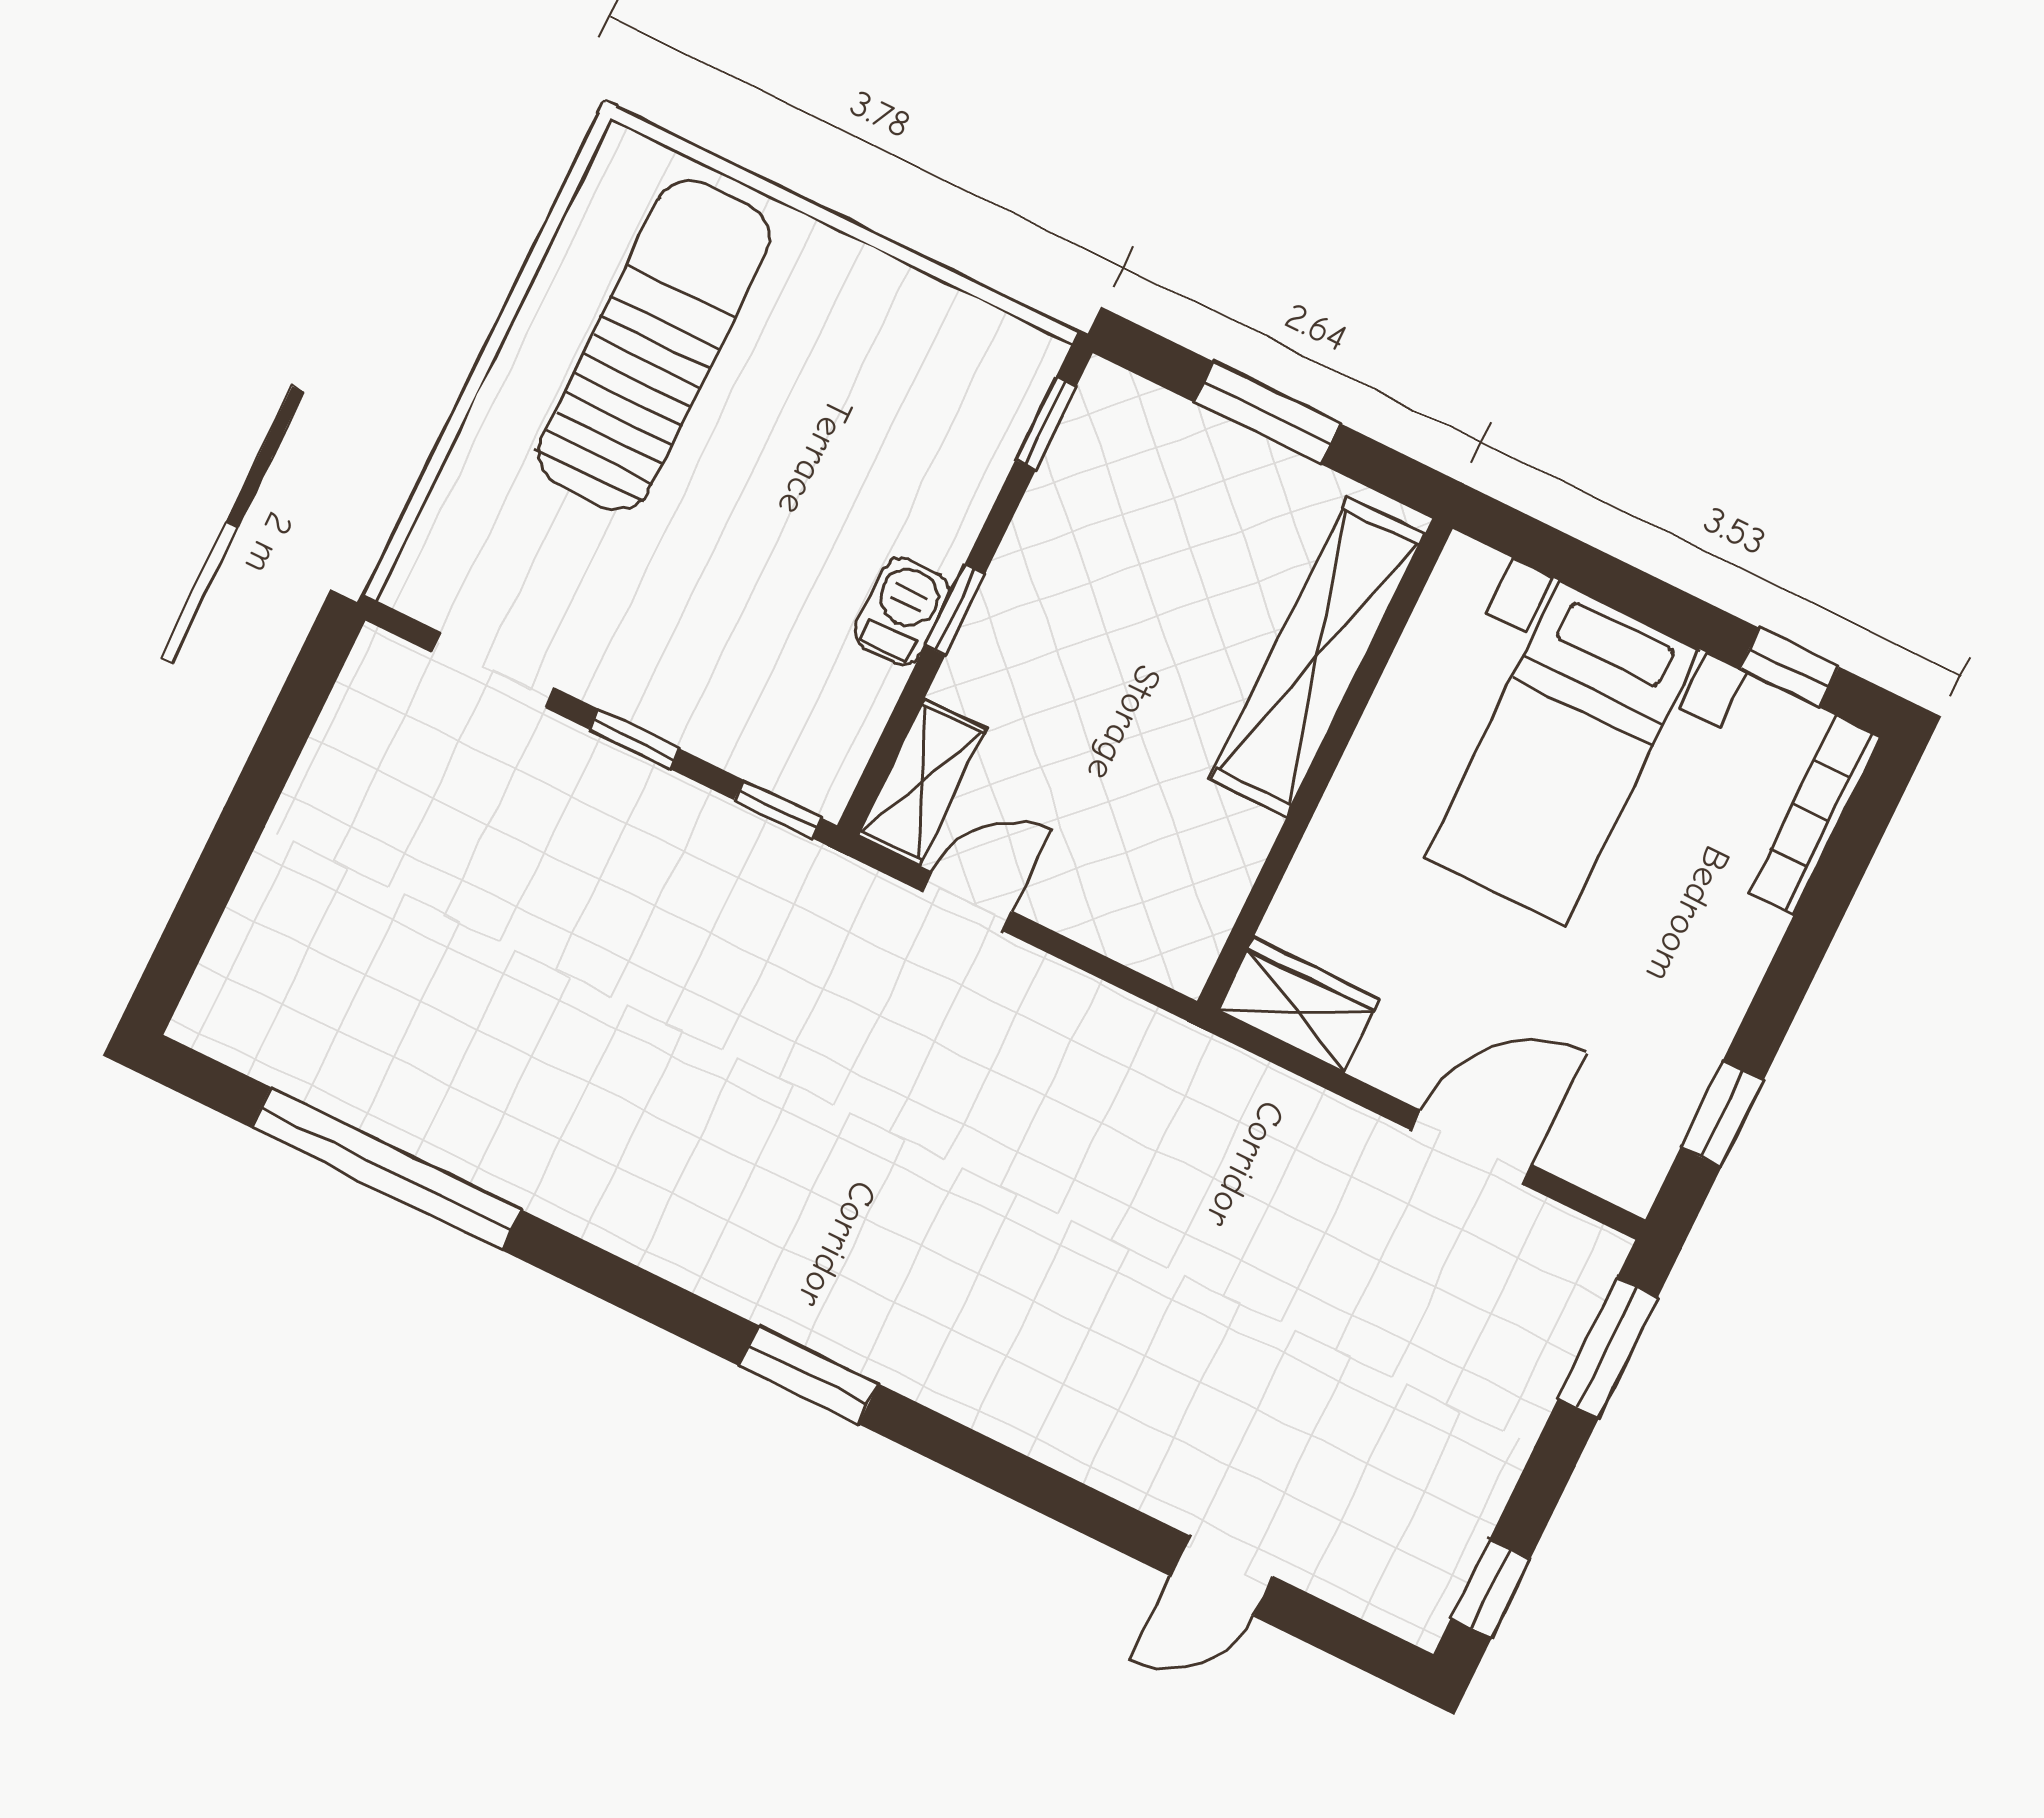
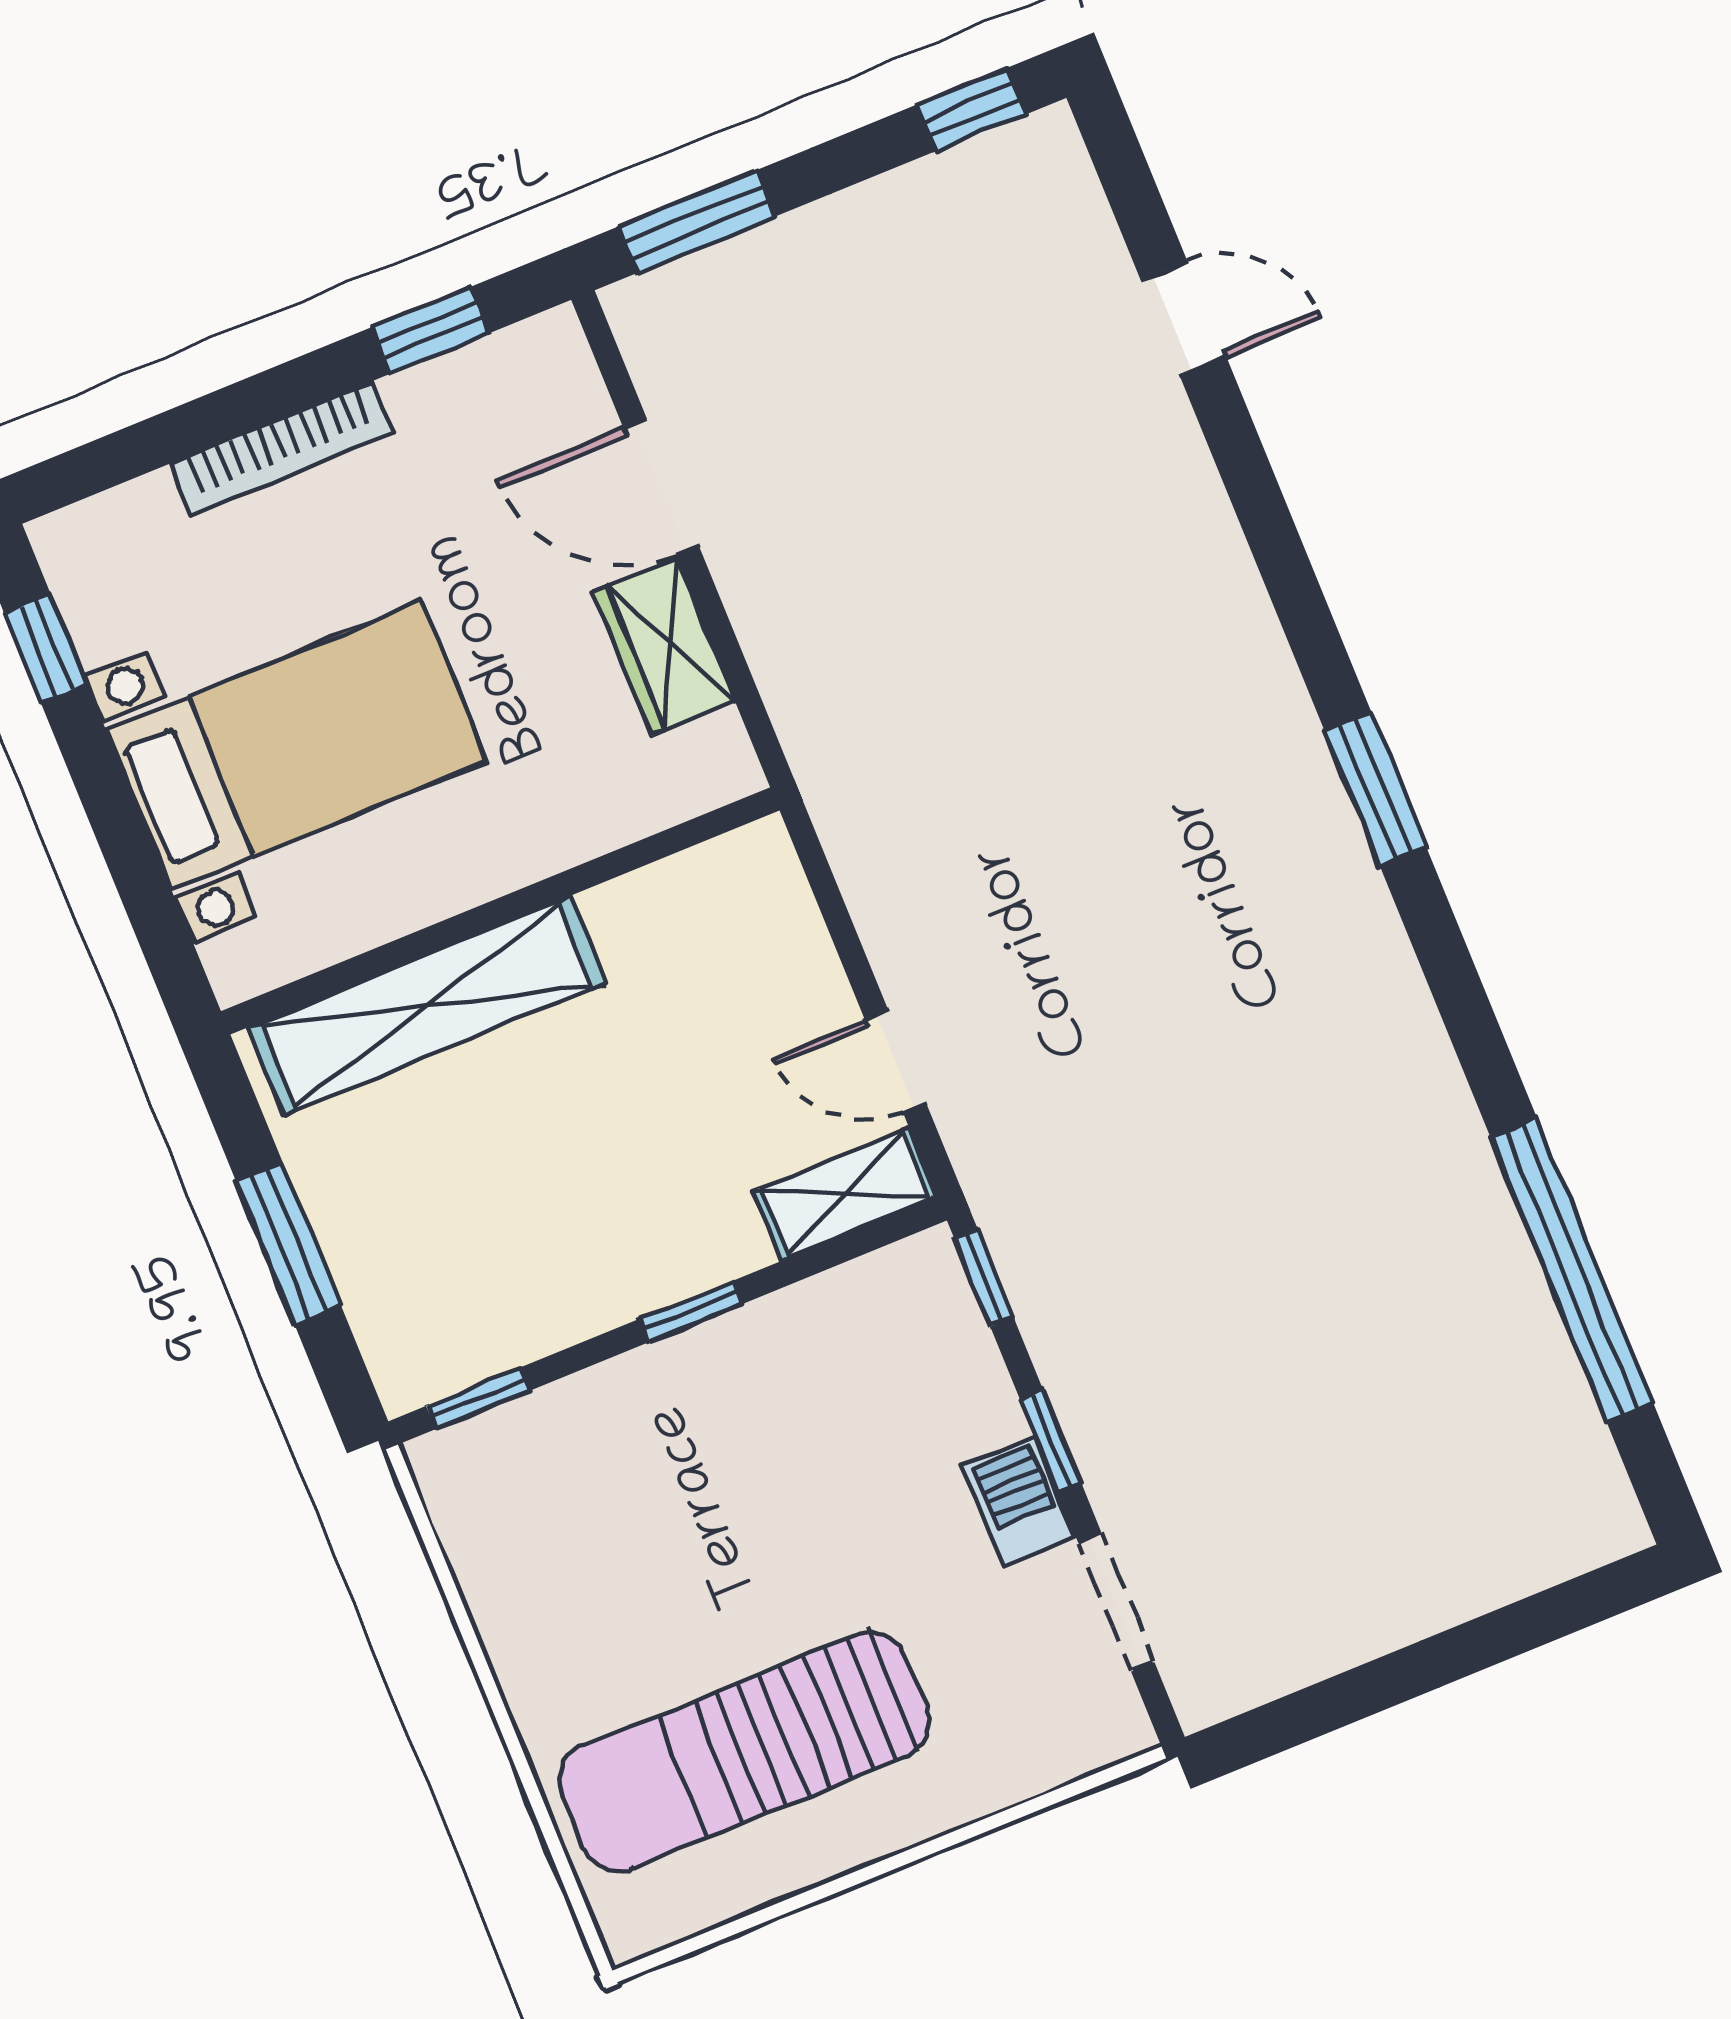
barbecue: (902, 612) -> (1020, 1502), moved, turned 90
bookcase: (1815, 815) -> (282, 448), moved
wardrobe: (1299, 1005) -> (664, 646), moved

